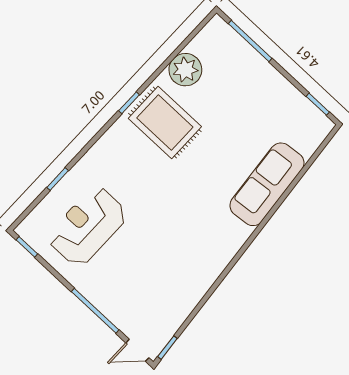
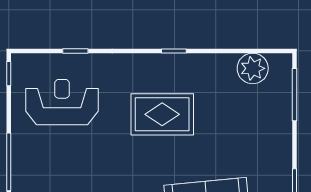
plant: (185, 70) -> (253, 68), moved
rug: (165, 123) -> (162, 114), moved, turned 90

